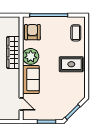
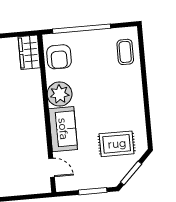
armchair: (32, 32) -> (59, 57), turned 180
wardrobe: (13, 52) -> (29, 52), moved, width x0.67
rug: (71, 64) -> (117, 144), moved

